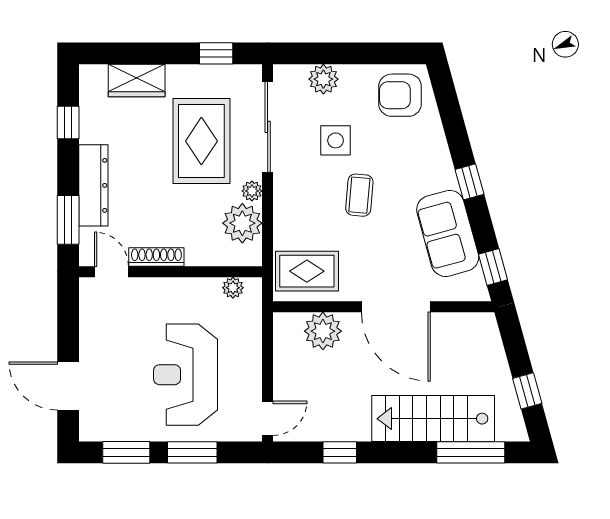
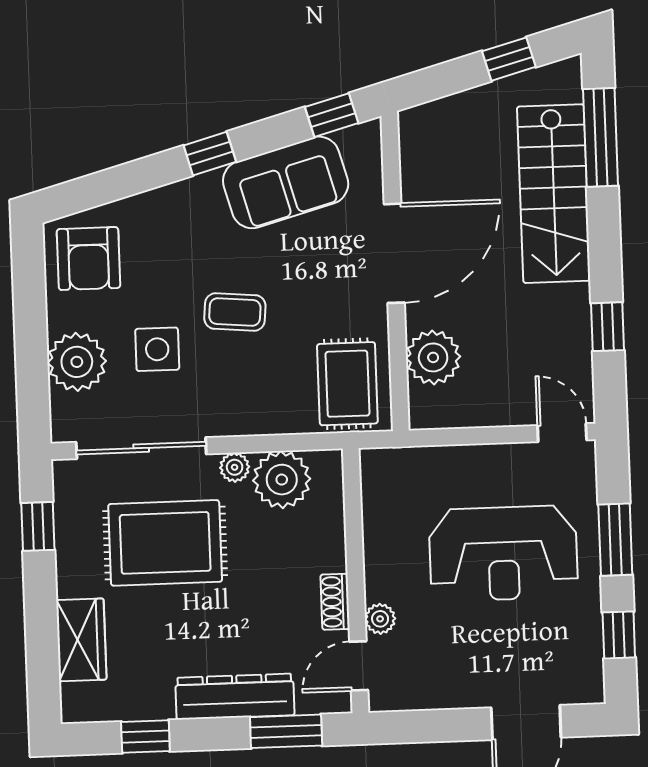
plant: (323, 79) -> (77, 362), width x1.36, depth x1.36
shoe rack: (156, 257) -> (335, 602), width x0.70
plant: (233, 288) -> (380, 619), moved
window: (126, 452) -> (619, 635), width x0.67

